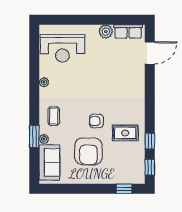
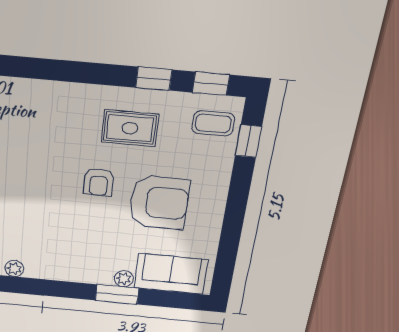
coffee table: (54, 116) -> (213, 123), moved
rug: (125, 133) -> (130, 128), turned 90

